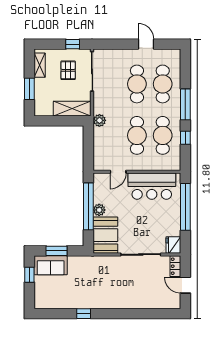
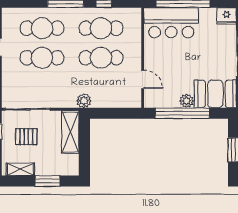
bar counter: (152, 186) -> (171, 23), moved, turned 90

